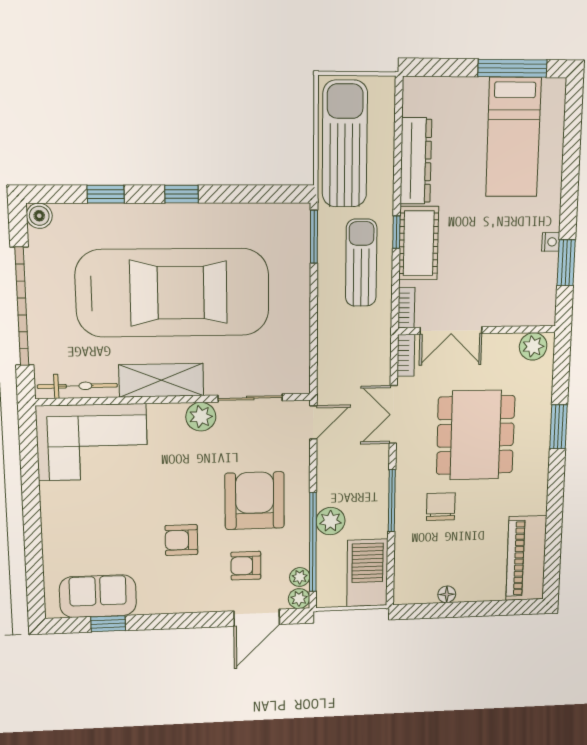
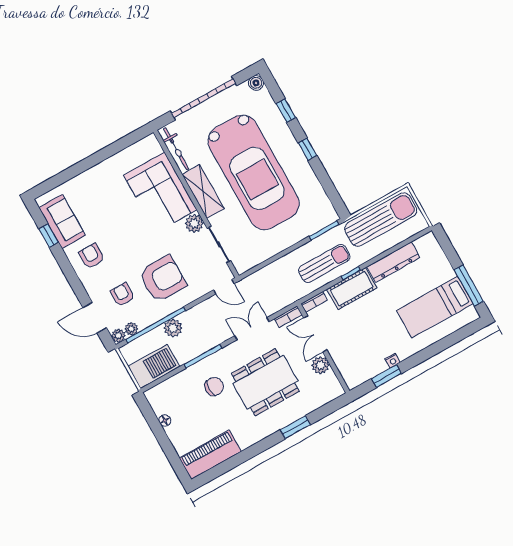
plant: (533, 346) -> (320, 365), moved
corner sofa: (92, 442) -> (160, 192), moved
armchair: (181, 540) -> (92, 256), moved

